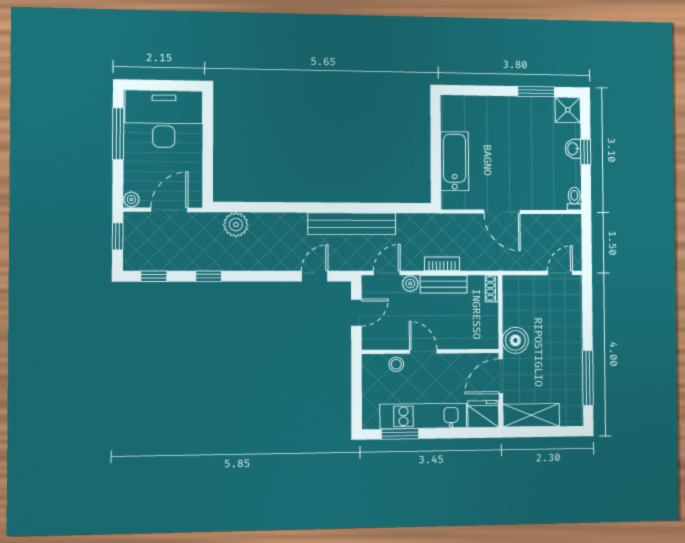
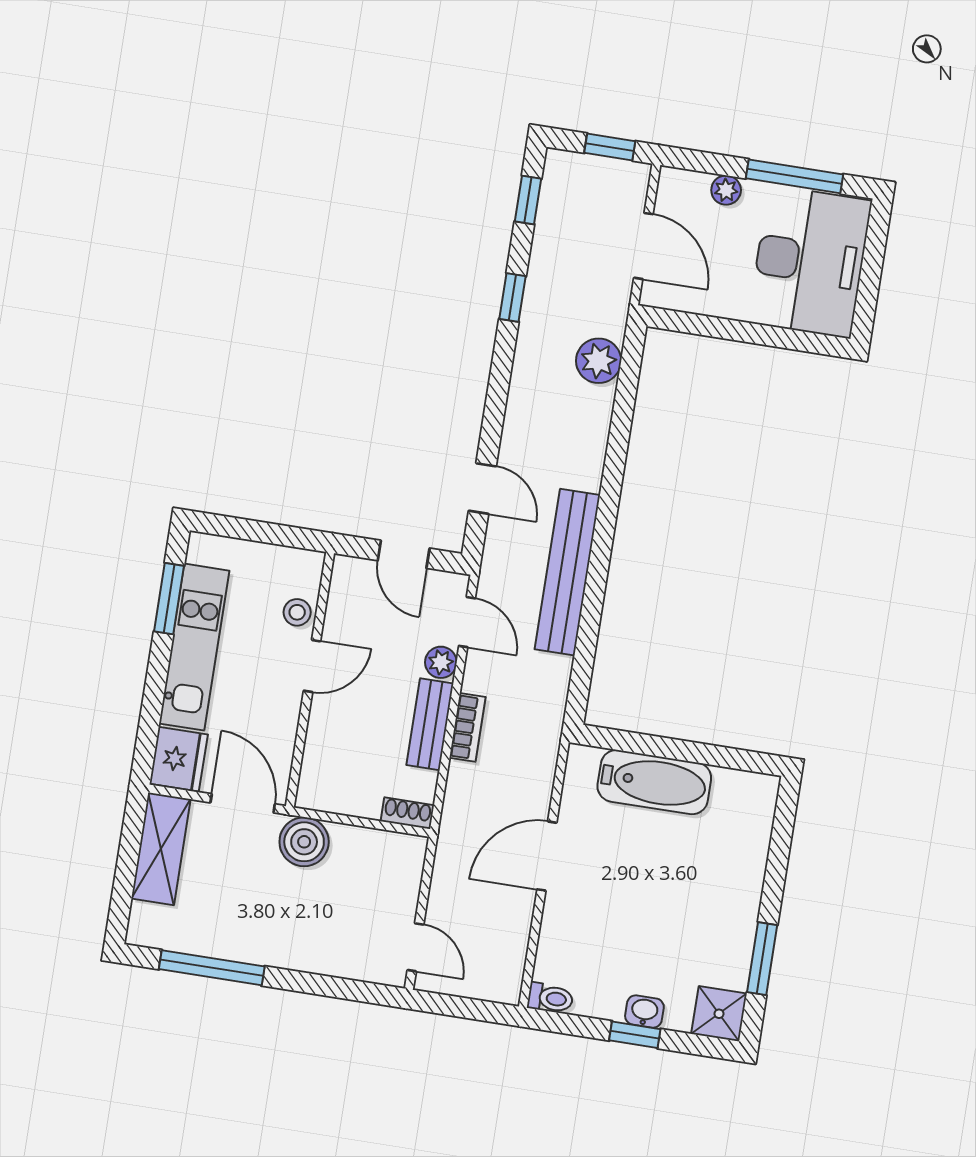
plant: (131, 199) -> (726, 190), moved

